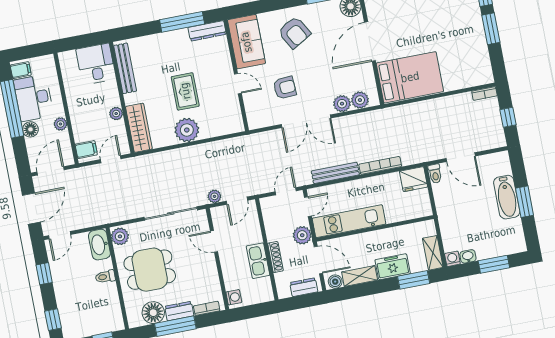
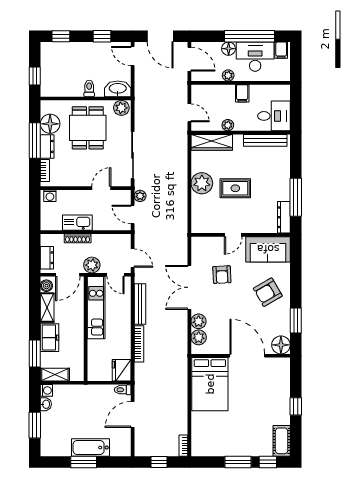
filing cabinet: (86, 150) -> (242, 93), moved

